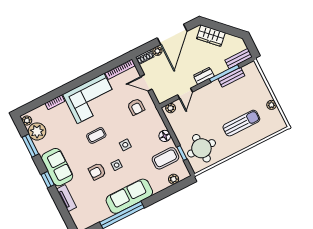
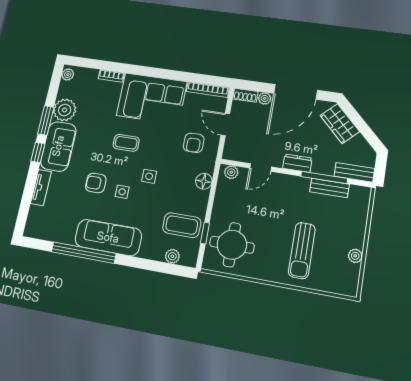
sun lounger: (241, 123) -> (302, 250), turned 90
plant: (37, 131) -> (65, 110), moved
floor lamp: (165, 136) -> (204, 181), moved
window: (30, 146) -> (46, 121), moved

